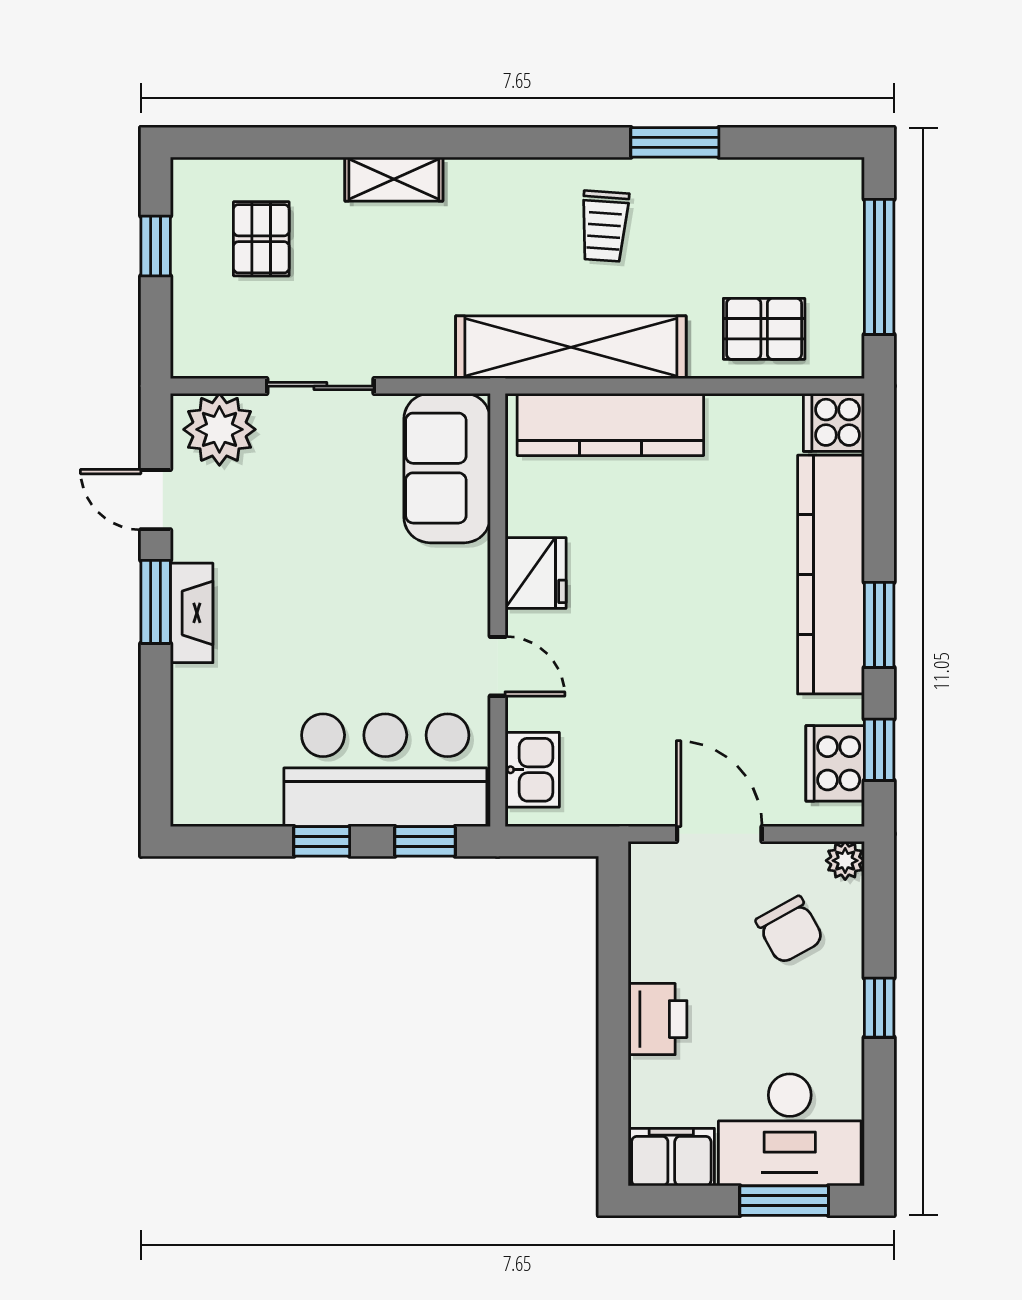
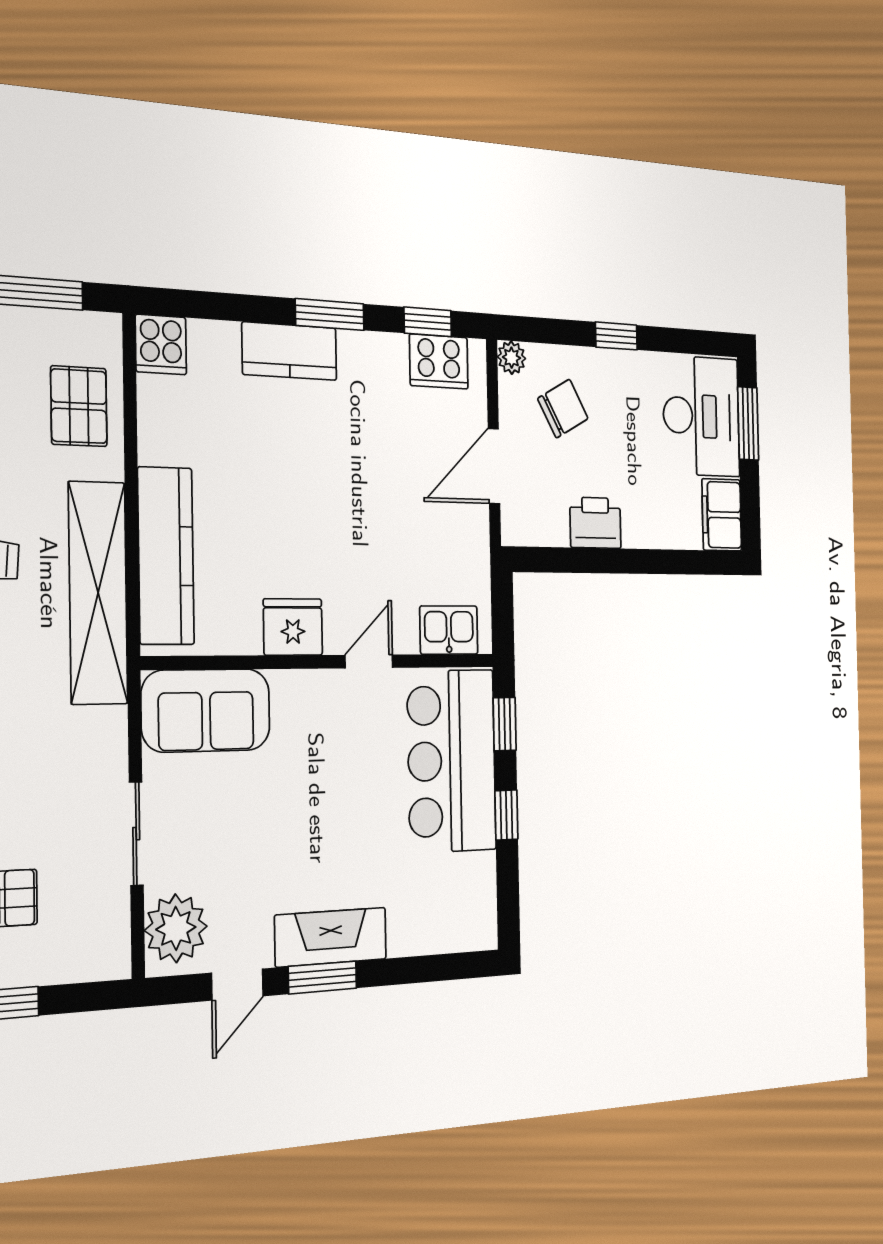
kitchen counter: (831, 575) -> (290, 351), width x0.48, depth x0.86
fireplace: (192, 613) -> (331, 937), width x1.37, depth x1.32
printer: (658, 1019) -> (595, 523), moved

